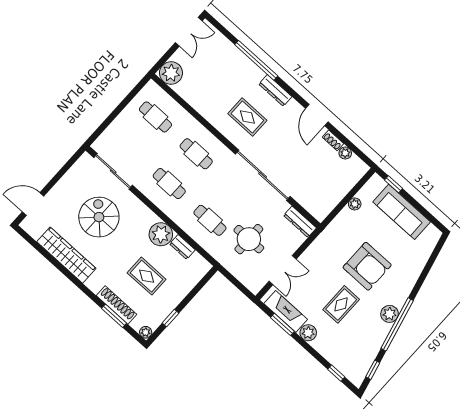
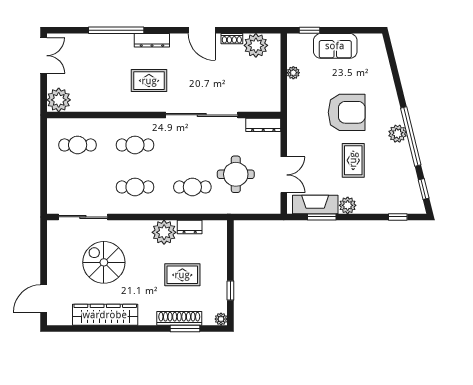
plant: (345, 153) -> (256, 45), width x1.88, depth x1.88
sofa: (402, 212) -> (335, 46), width x0.73

